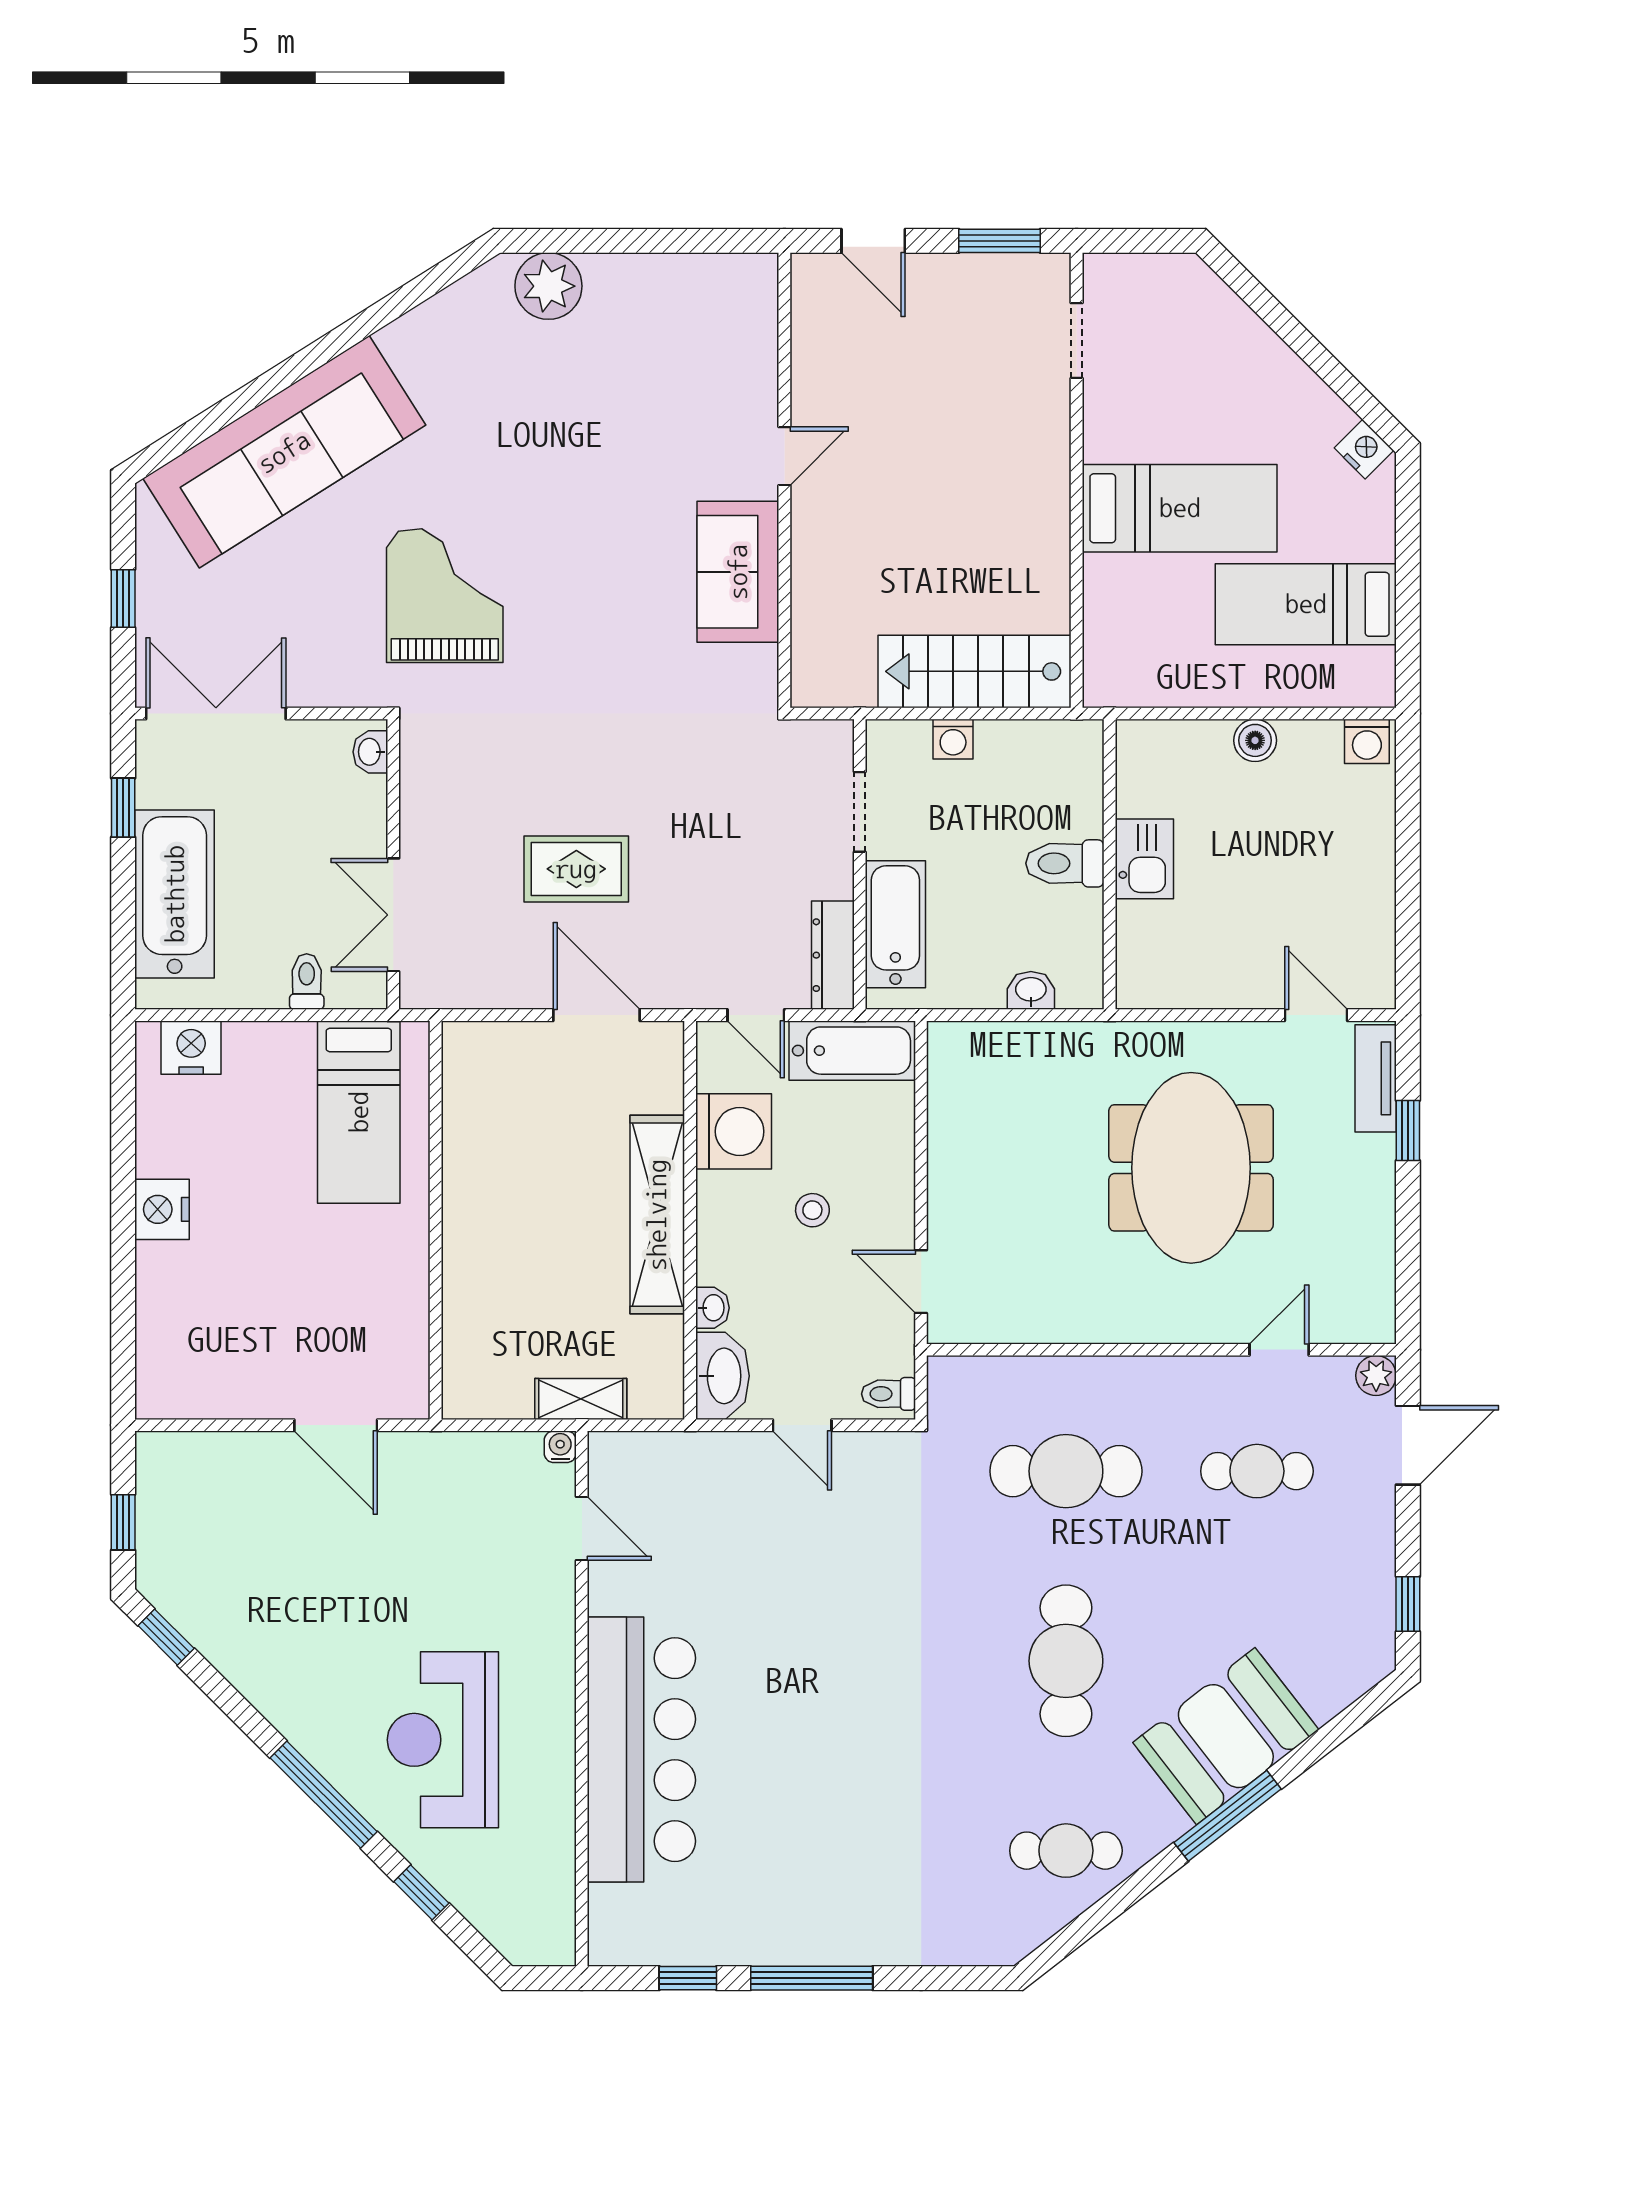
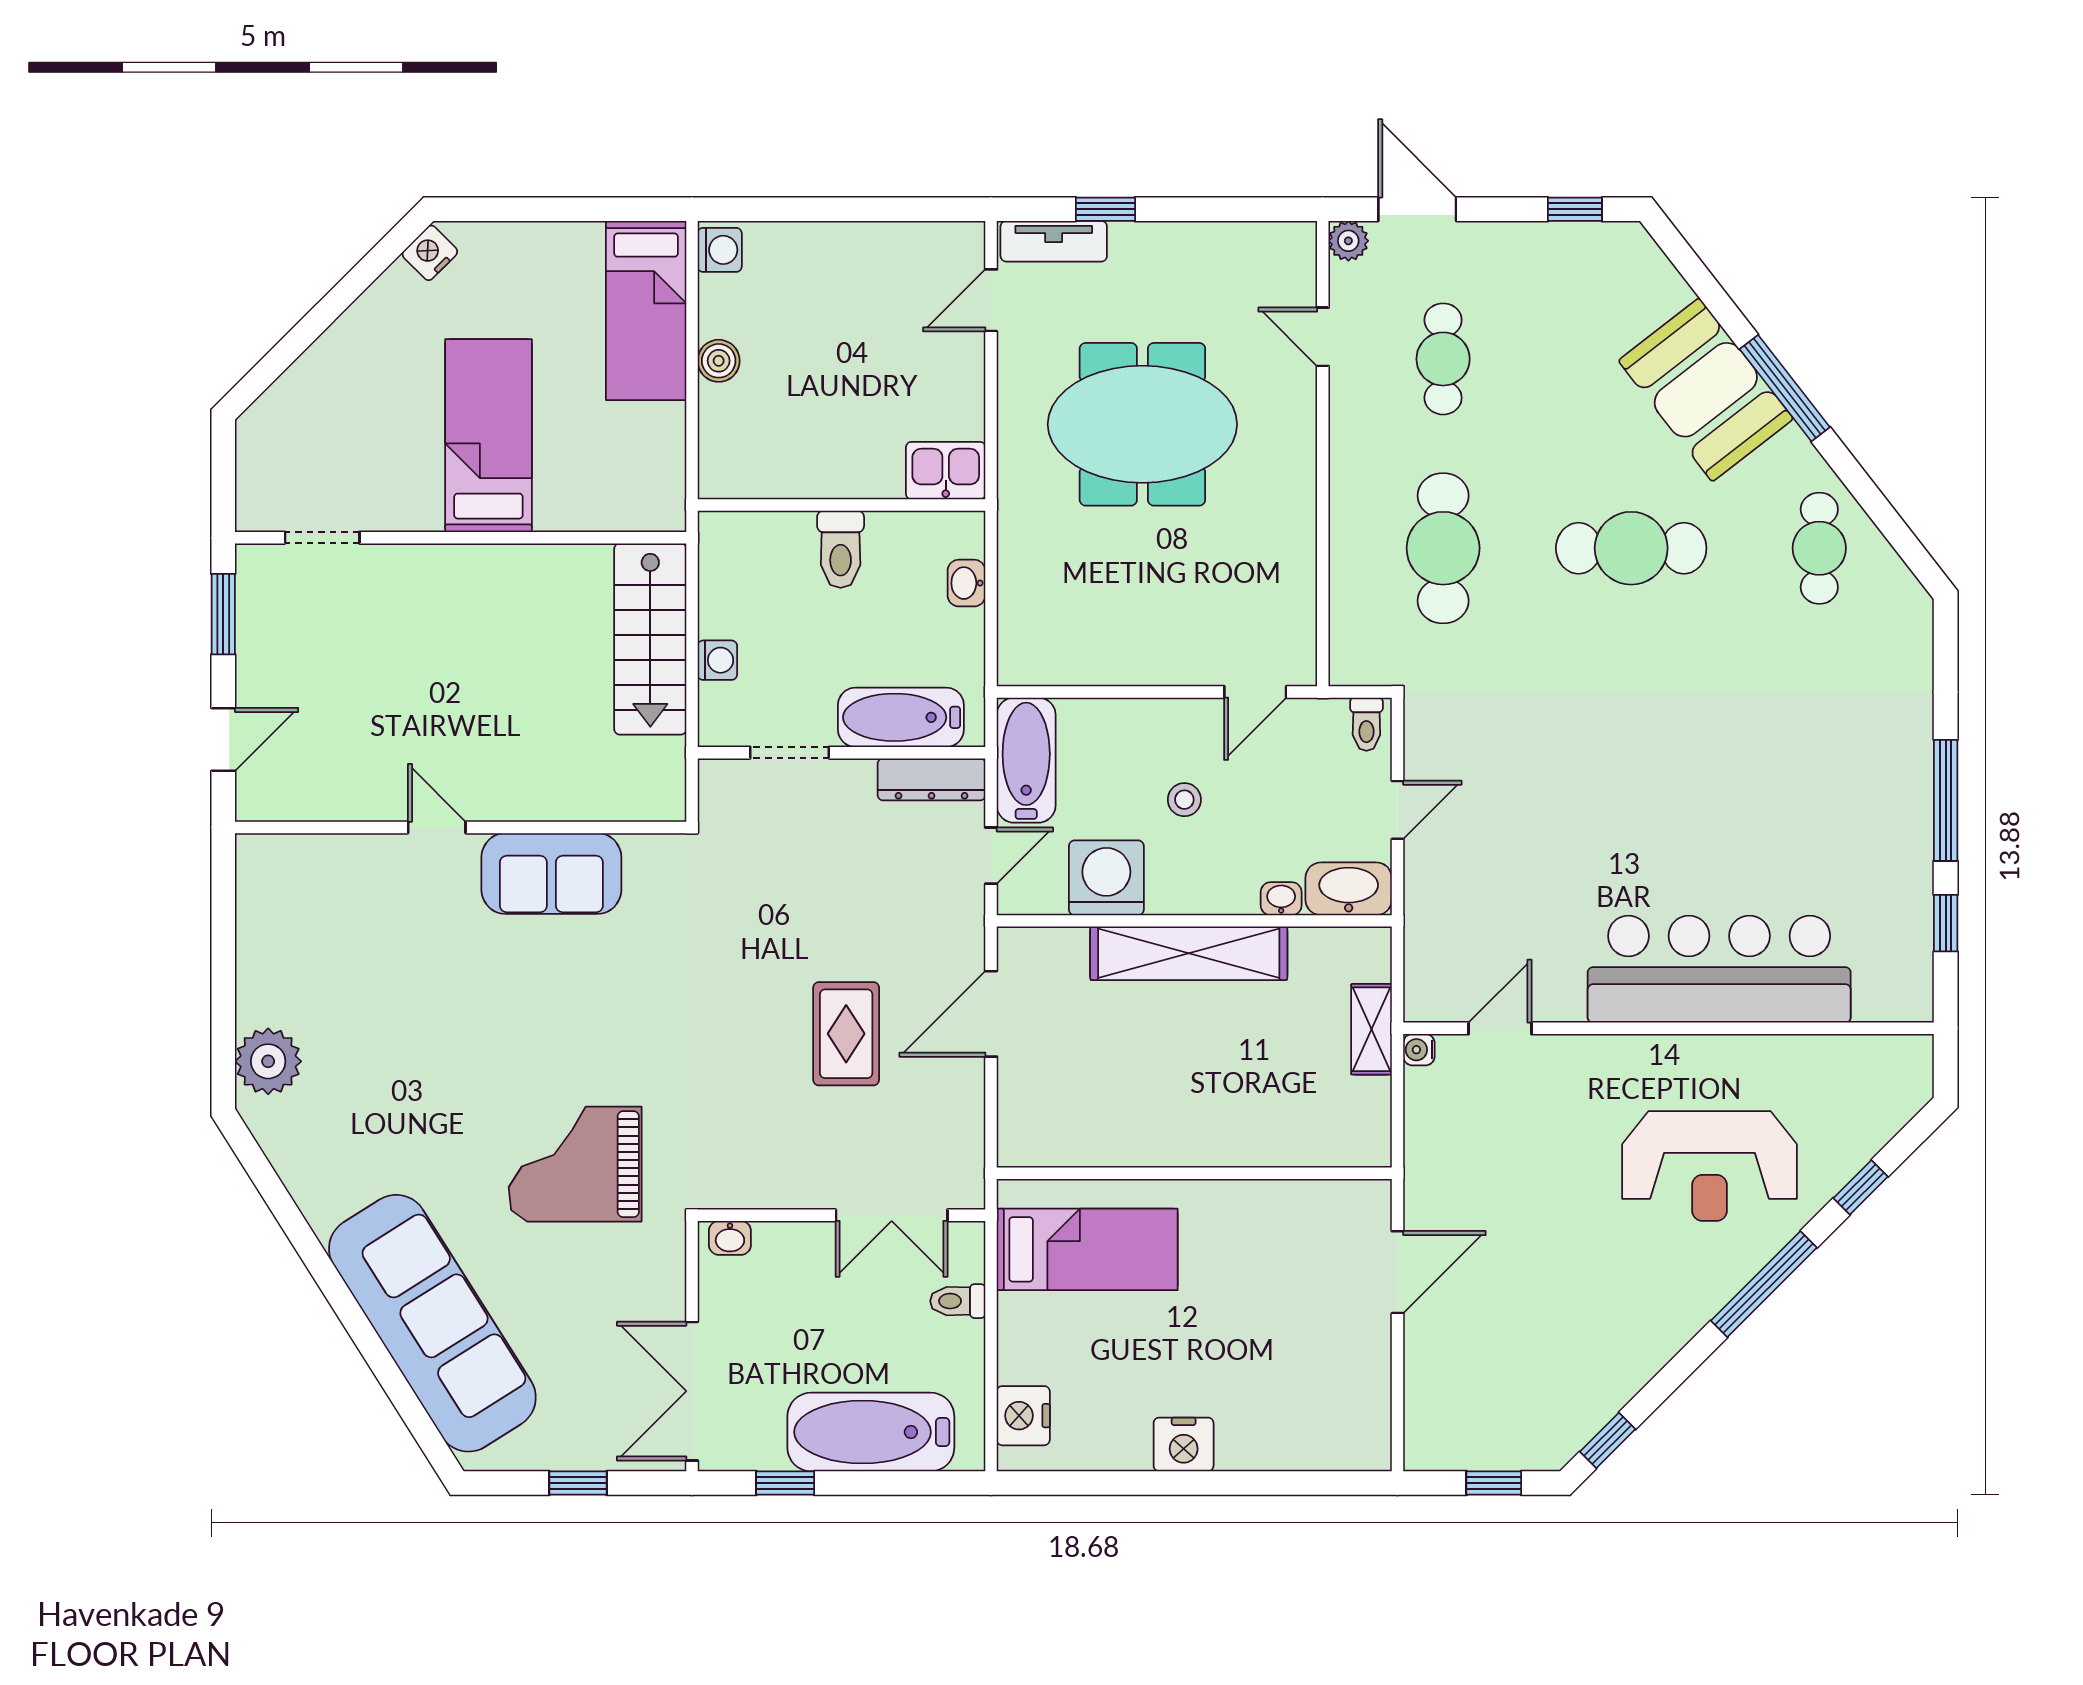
bed: (1306, 604) -> (646, 310), moved
kitchen sink: (1144, 859) -> (946, 471), moved

